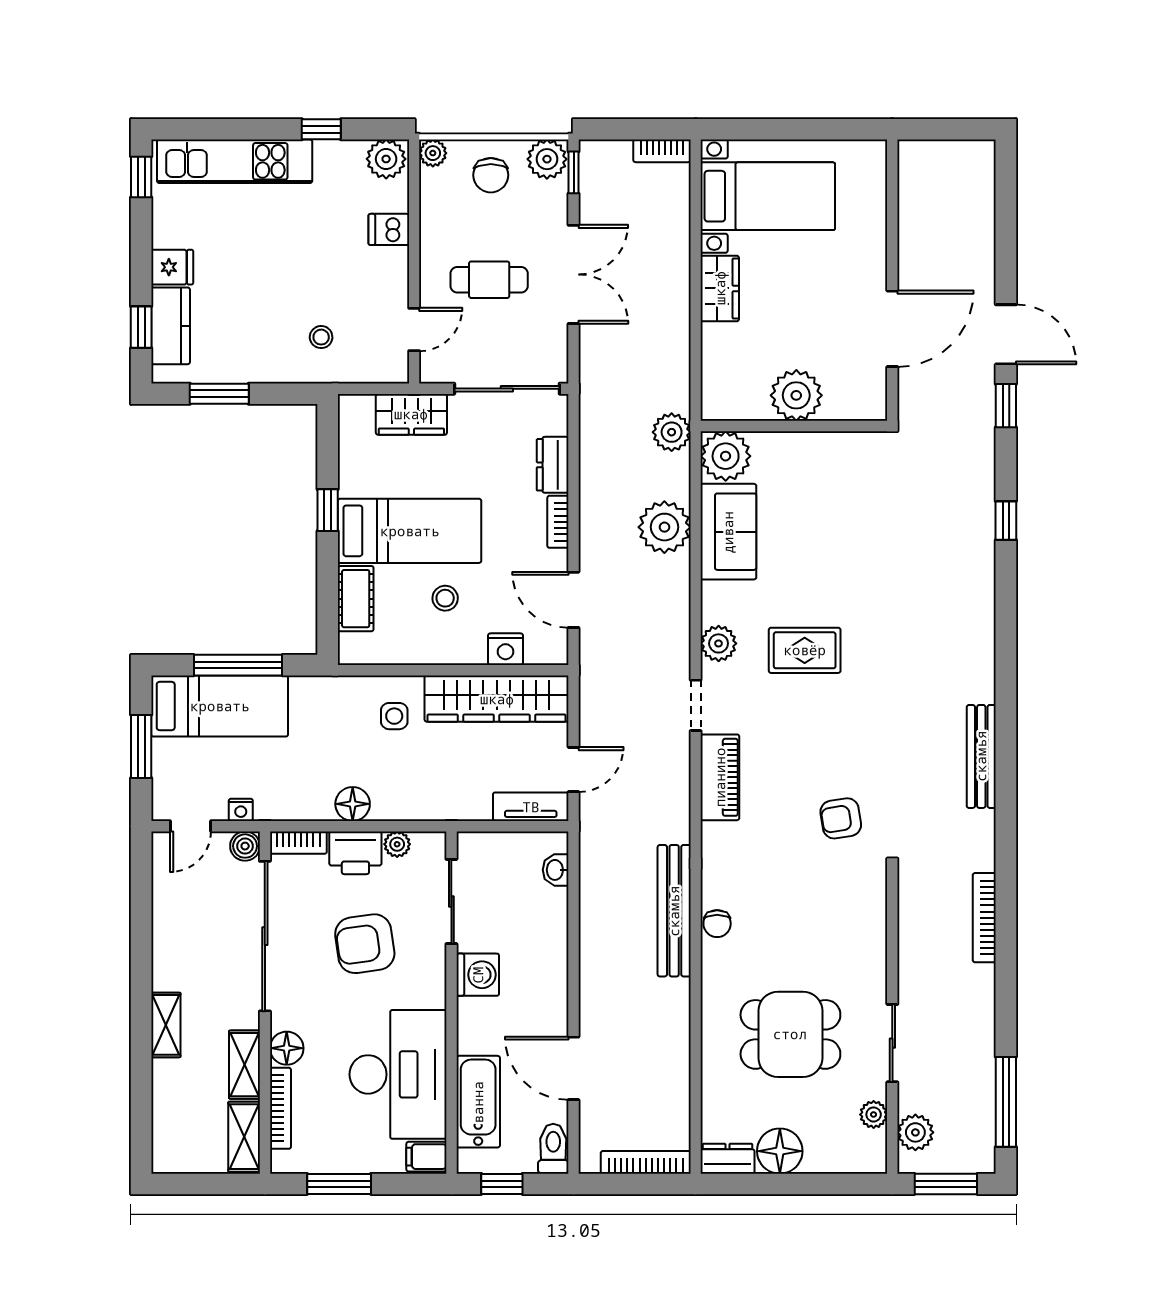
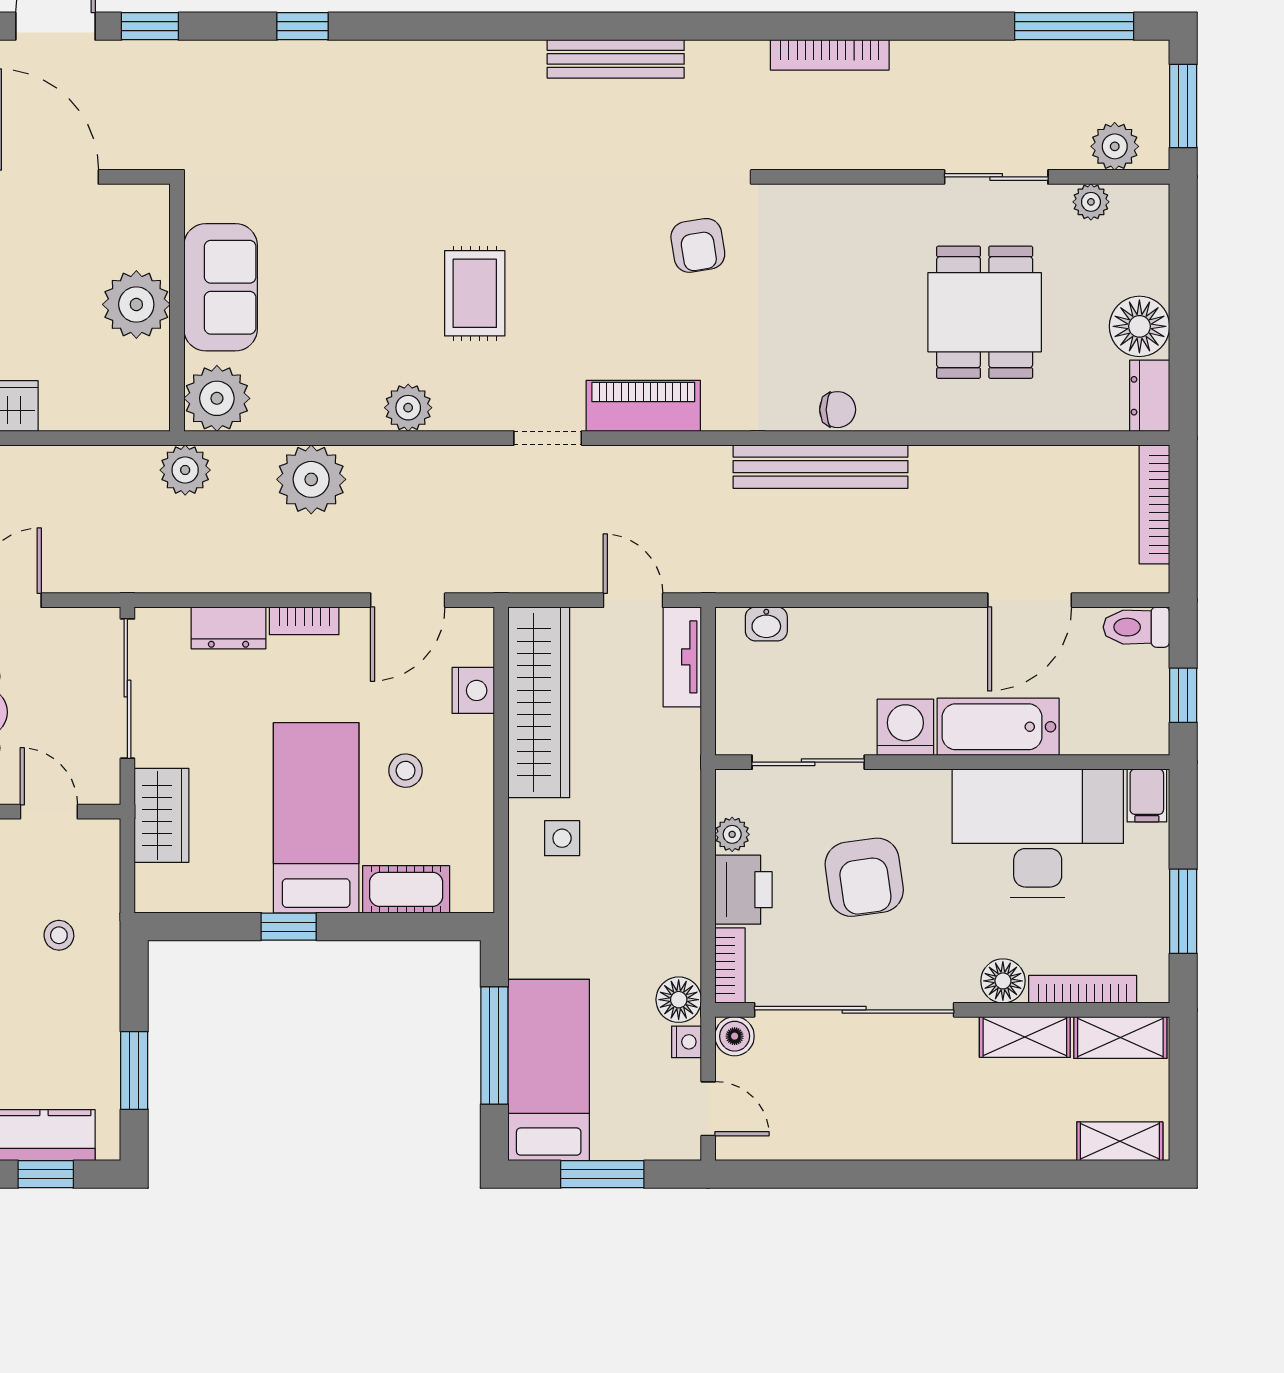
sofa: (728, 532) -> (221, 287), moved, turned 90
plant: (719, 643) -> (408, 408), moved
floor lamp: (353, 804) -> (679, 1000), moved
shelving: (166, 1025) -> (1120, 1141), moved
bathtub: (478, 1102) -> (998, 727), moved

